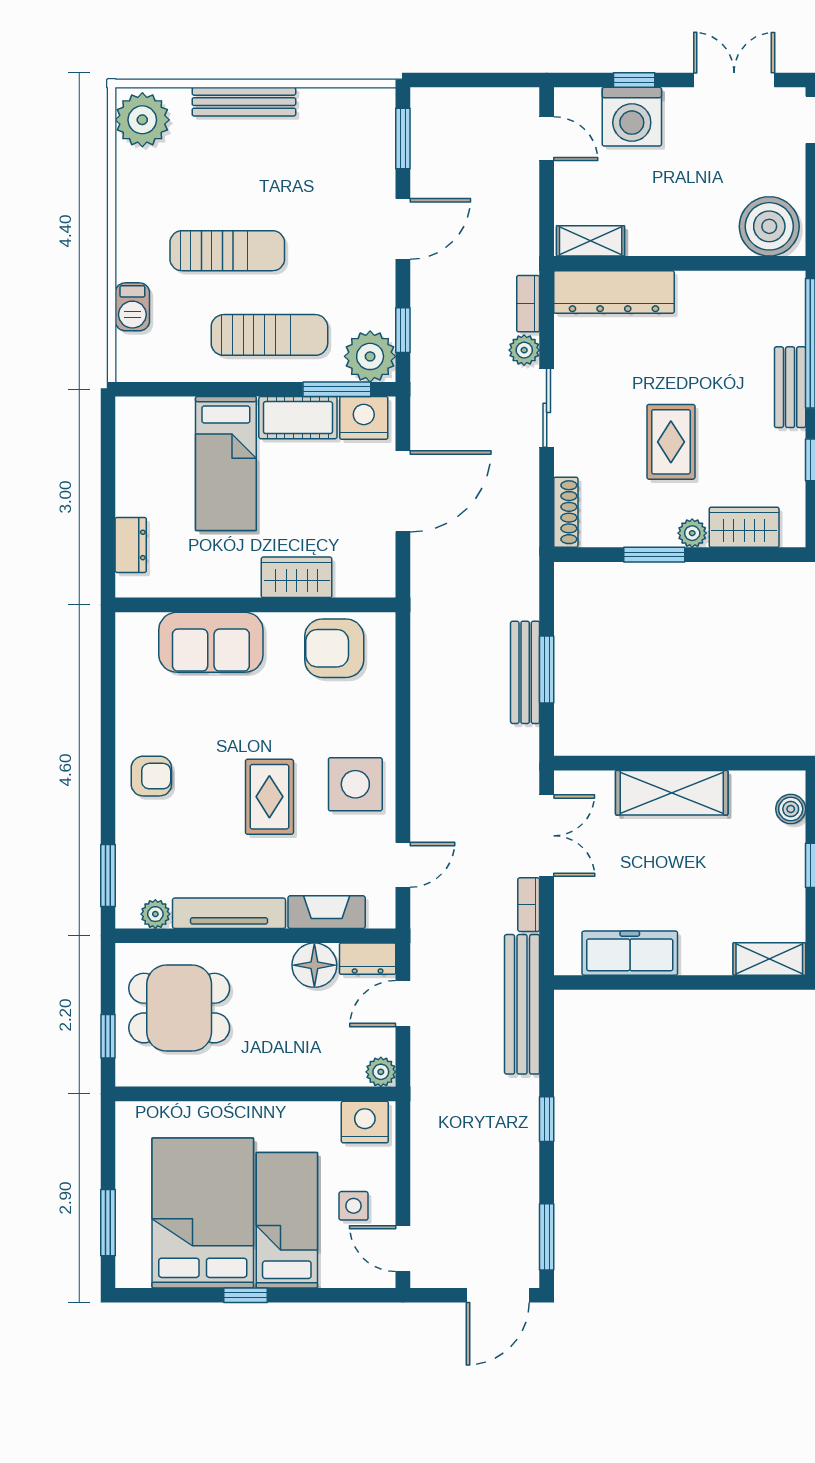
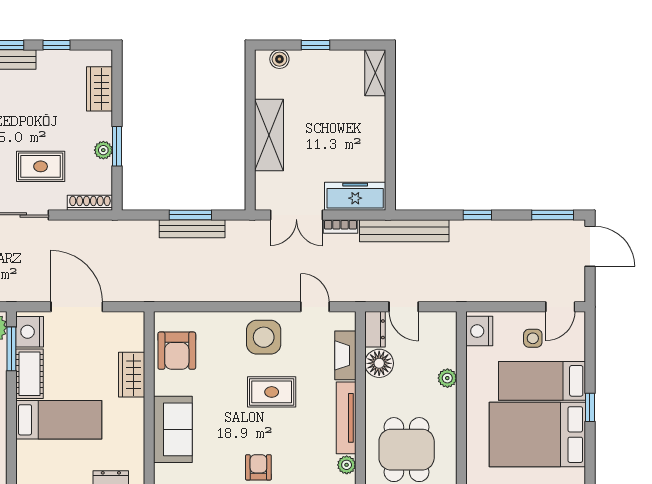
rug: (671, 442) -> (41, 166), moved
plant: (692, 533) -> (103, 150), moved
double door: (547, 836) -> (296, 215), swing flipped
freezer: (630, 953) -> (355, 196), moved, turned 90
plant: (381, 1072) -> (447, 378), moved

